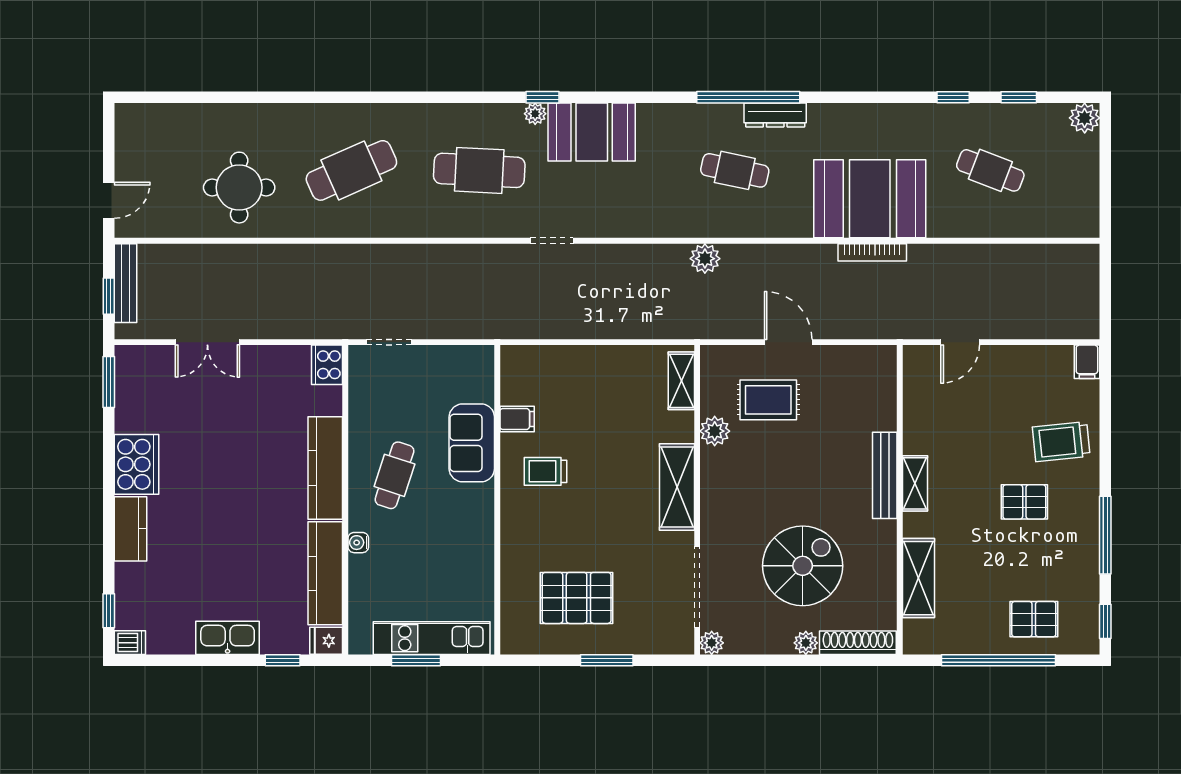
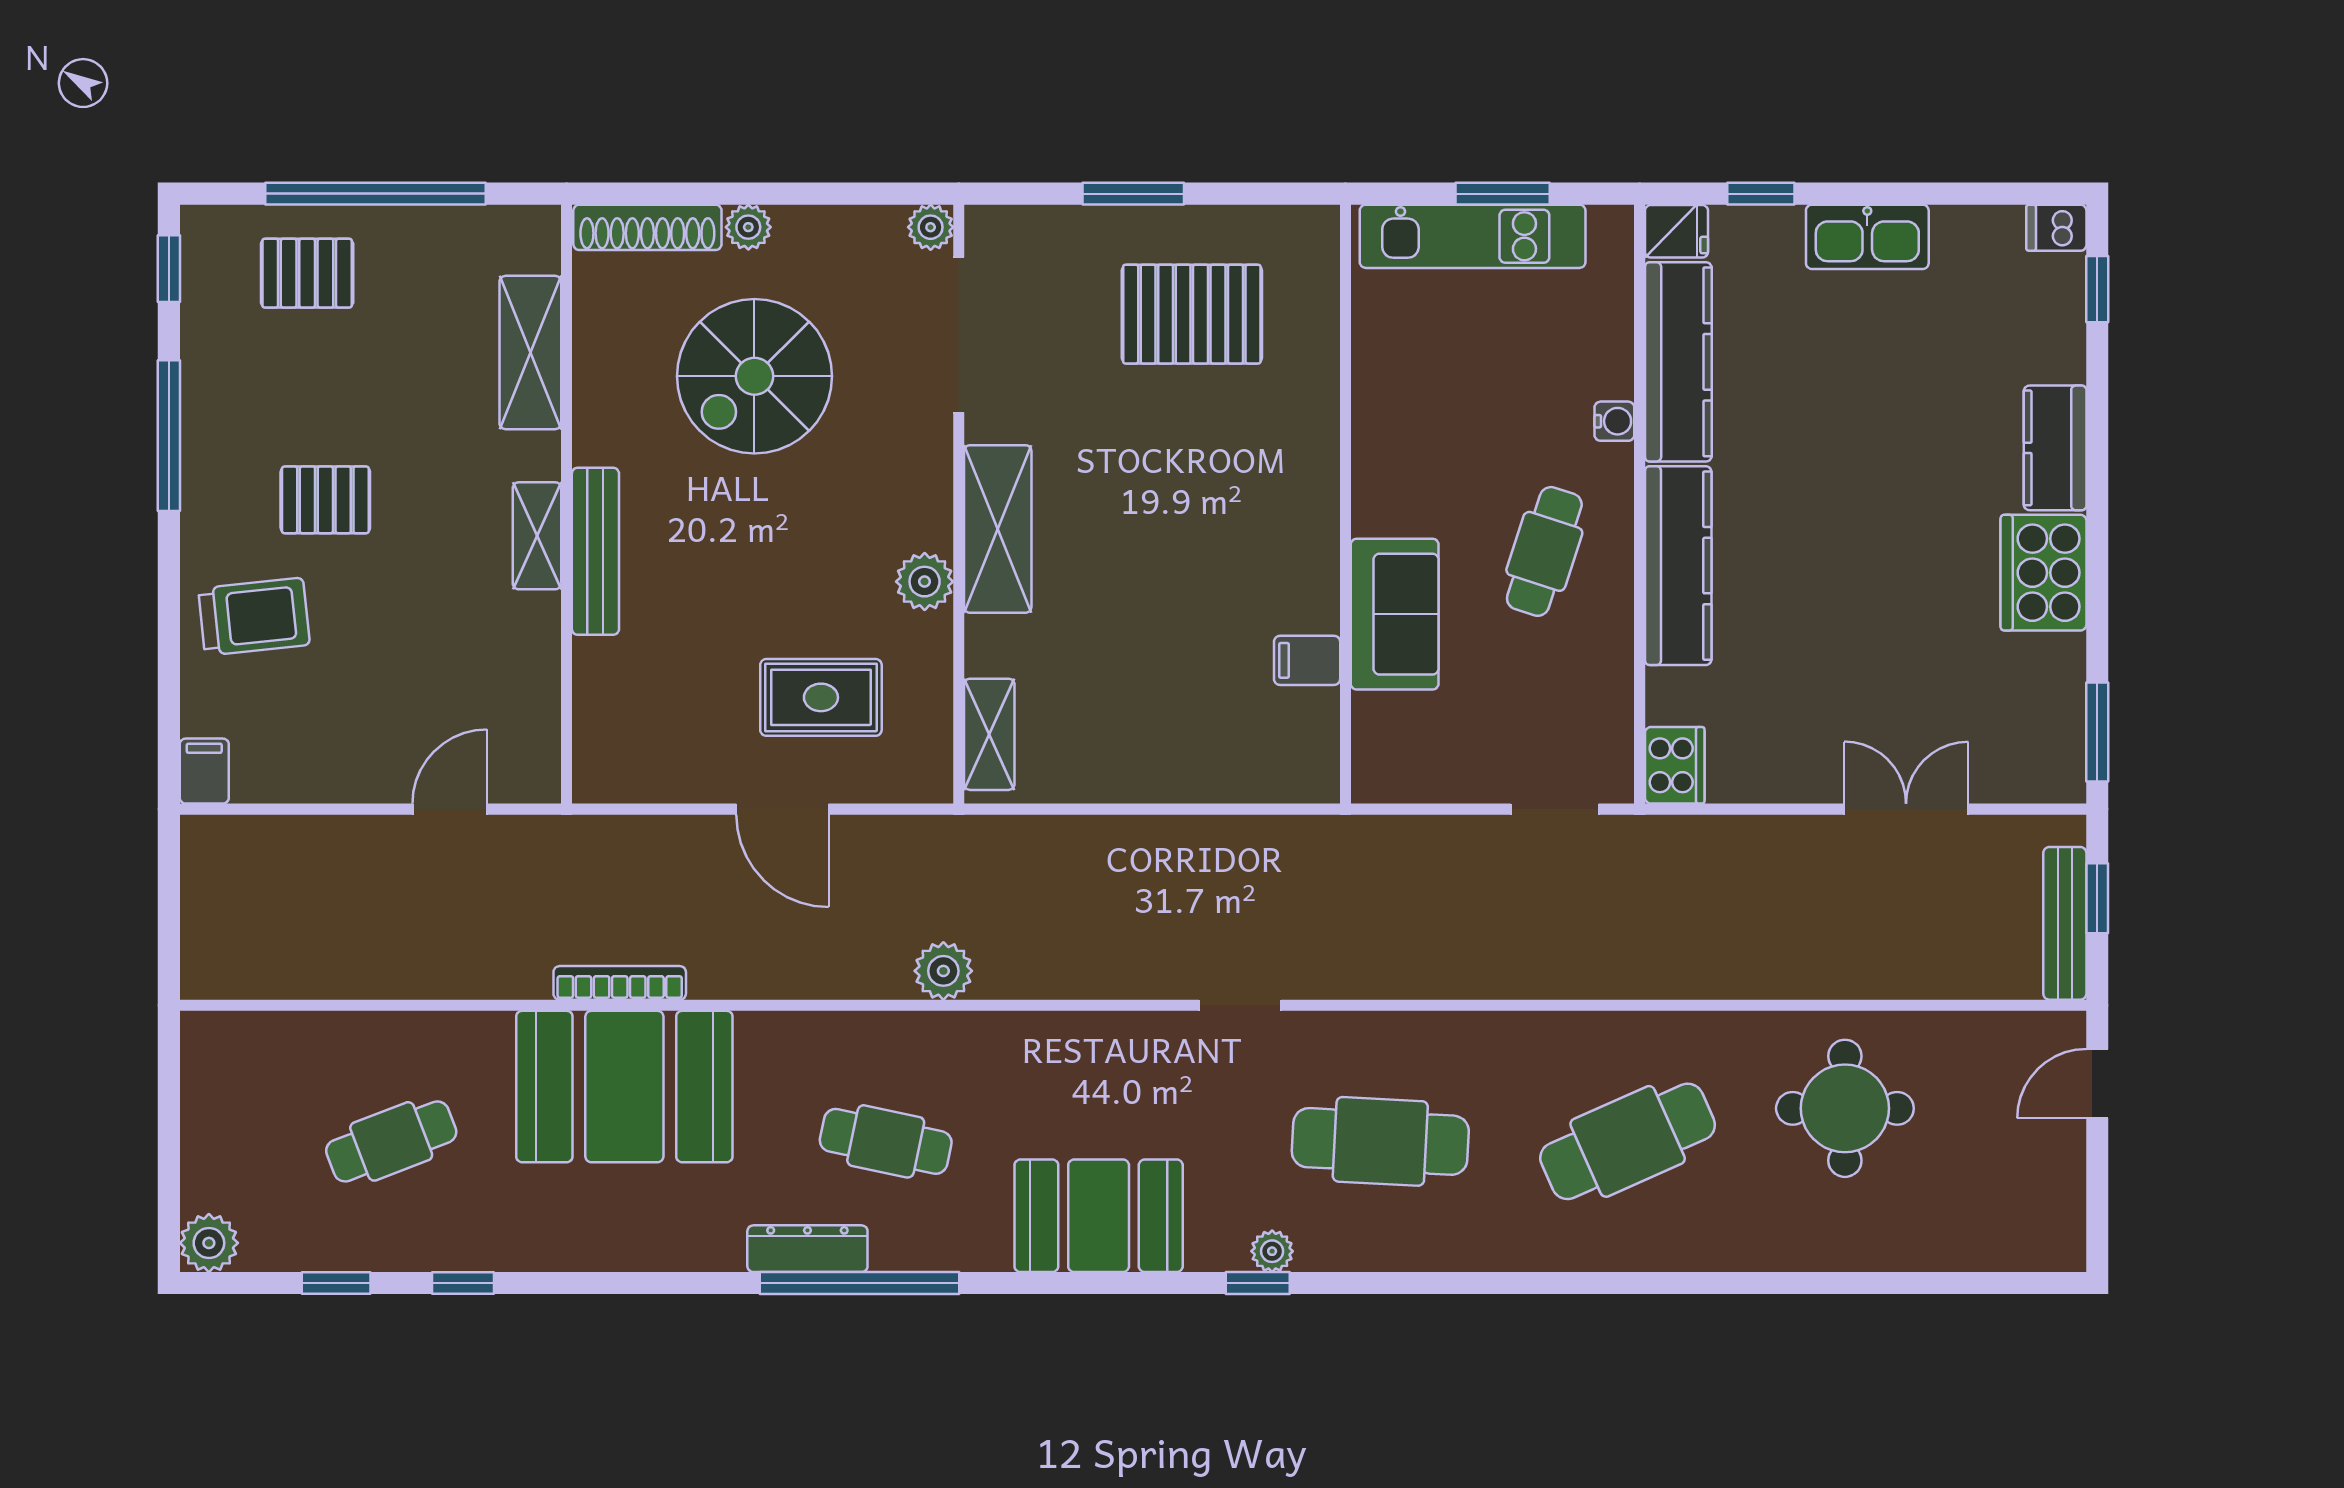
booth: (592, 132) -> (1099, 1216), moved
cafe table: (990, 170) -> (391, 1141), turned -42
plant: (715, 431) -> (925, 582), moved
trolley: (546, 471) -> (1252, 559), removed

